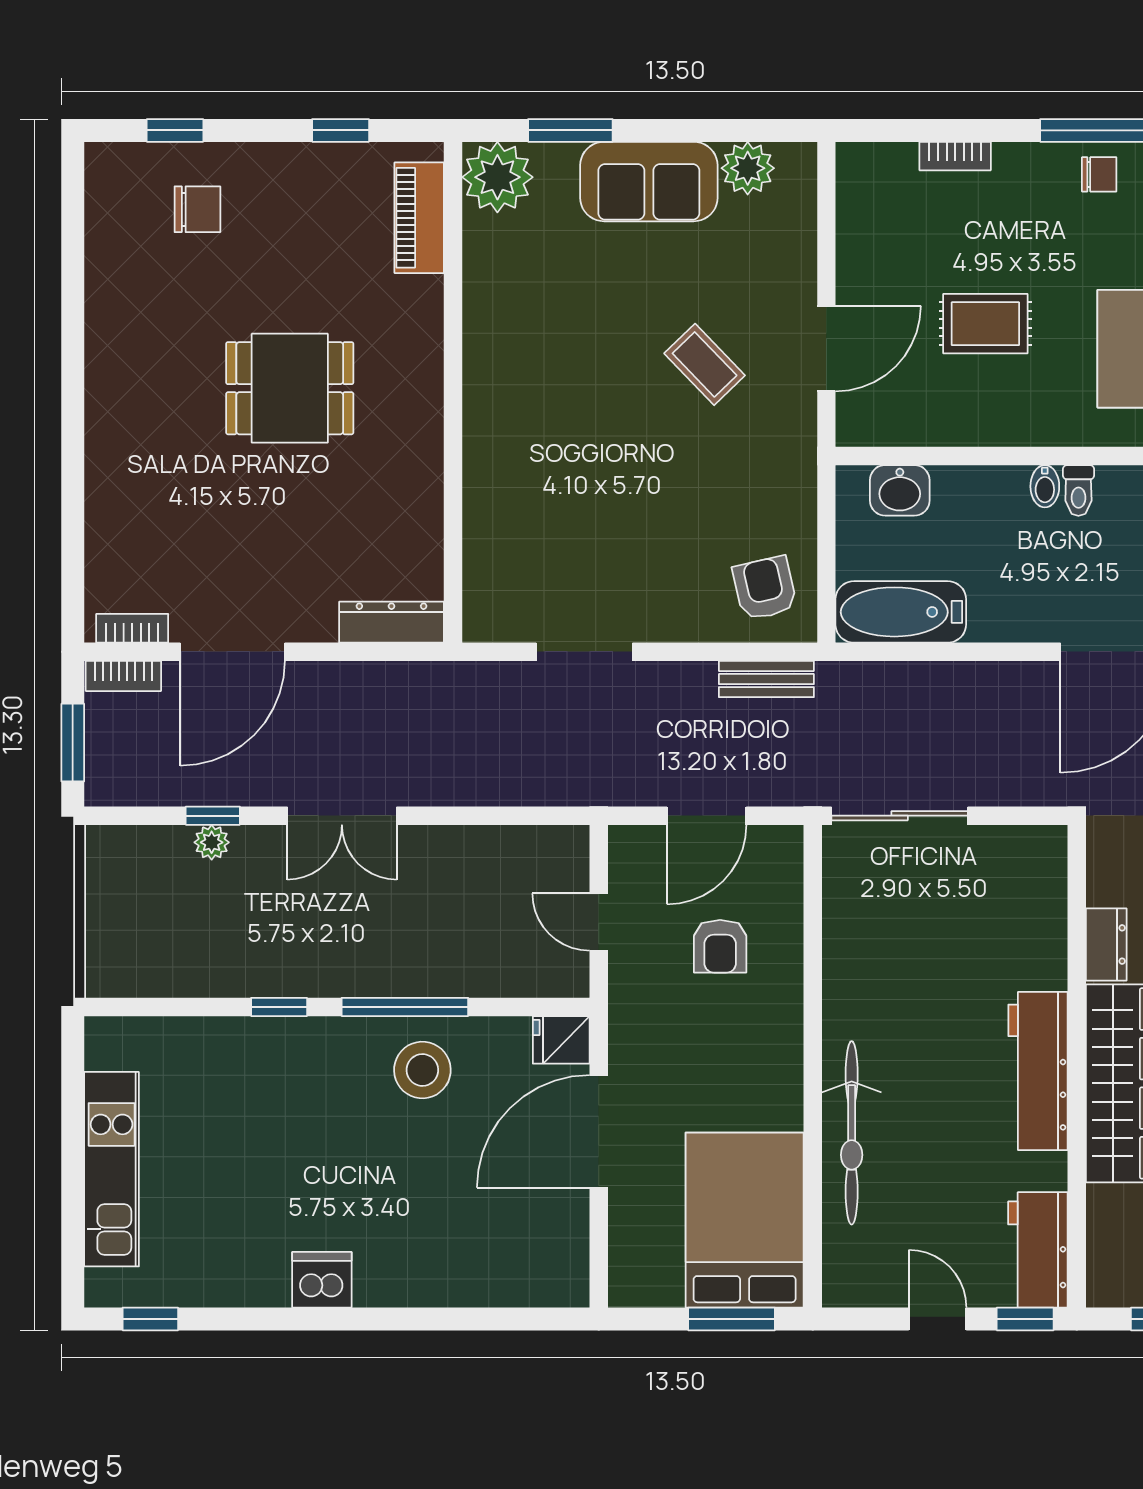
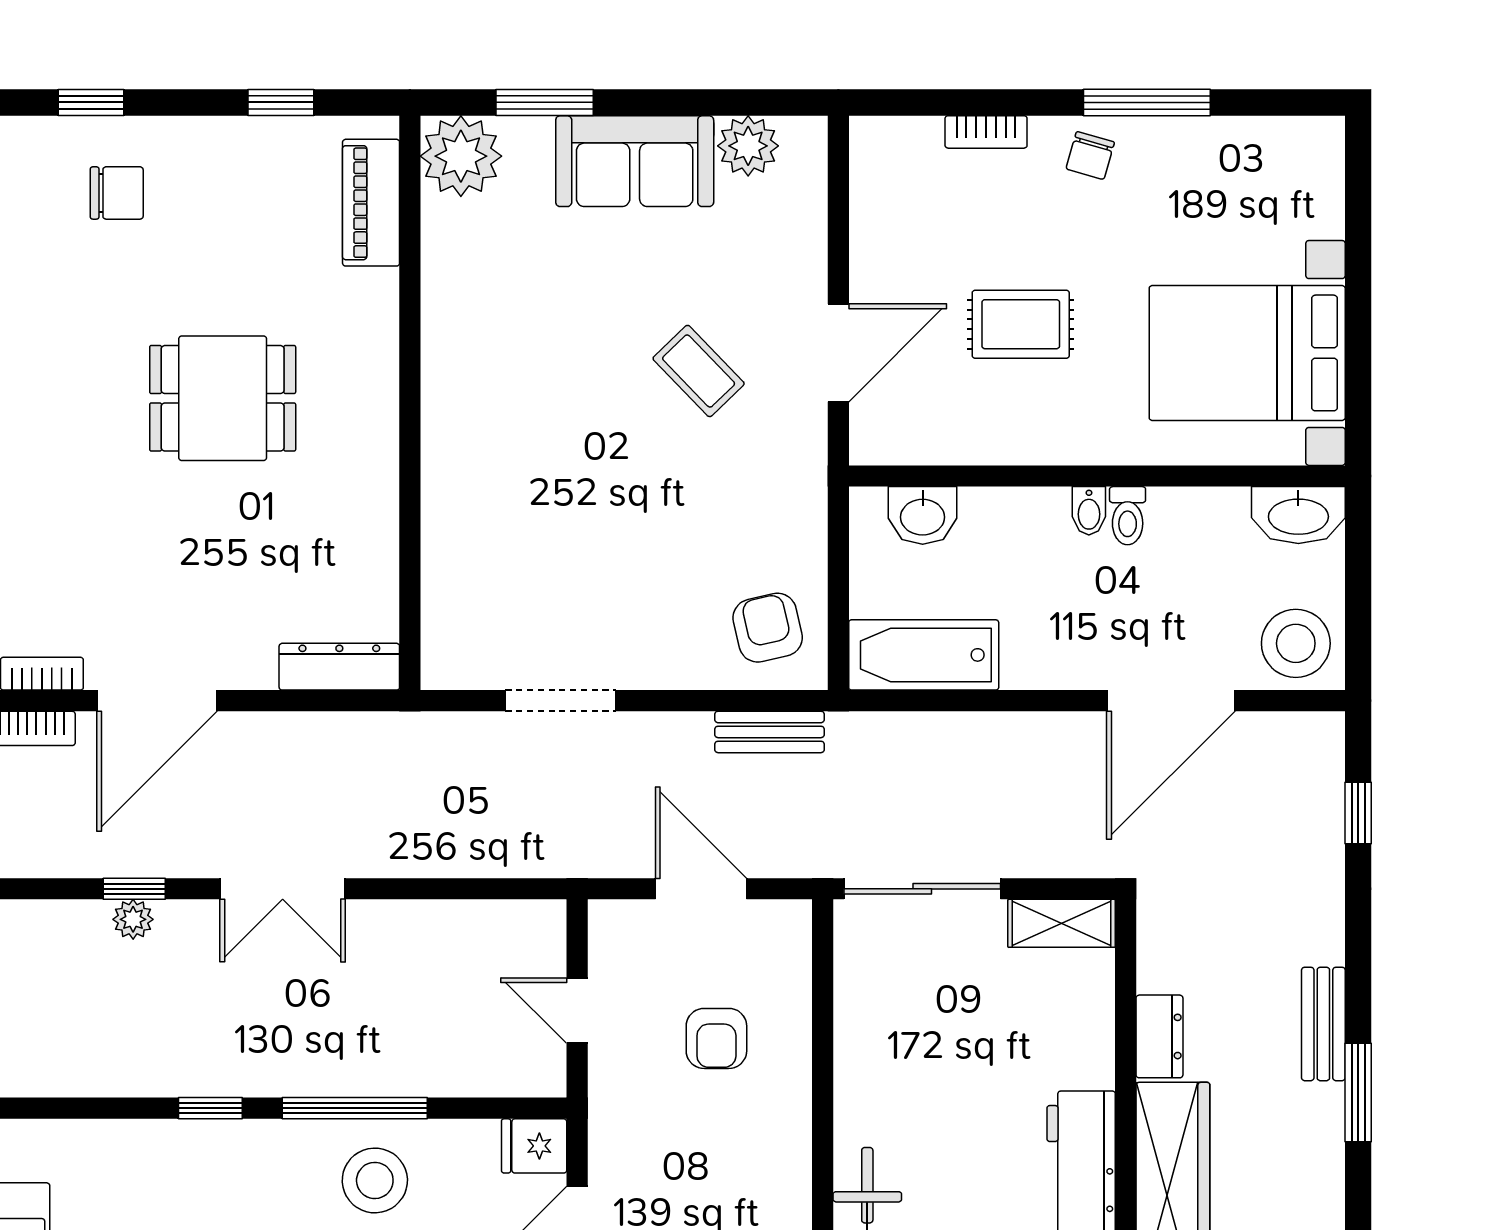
chair: (1099, 174) -> (1090, 156), moved, turned 106
door: (707, 816) -> (701, 889), swing flipped
shelving: (1021, 846) -> (1062, 923), added

